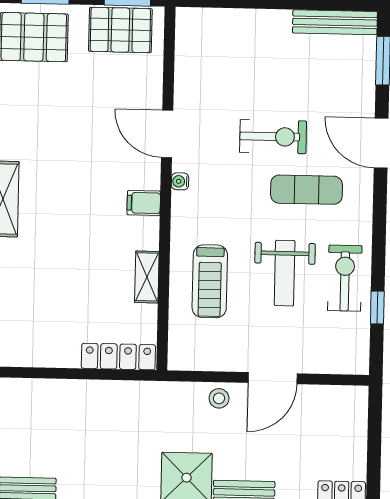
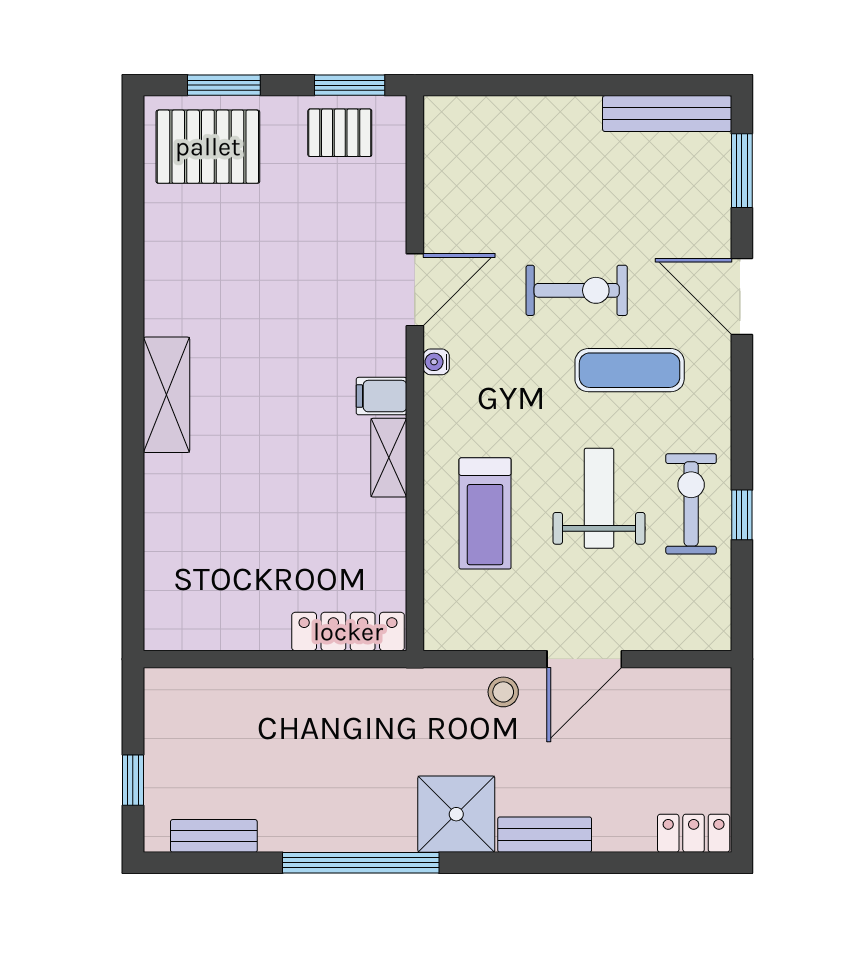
pallet: (120, 30) -> (340, 133), width x0.67, depth x0.71
door: (167, 134) -> (415, 290), swing flipped
weight bench: (285, 273) -> (599, 498), turned 180
shelving: (147, 277) -> (389, 458), moved
window: (377, 308) -> (742, 515), moved

